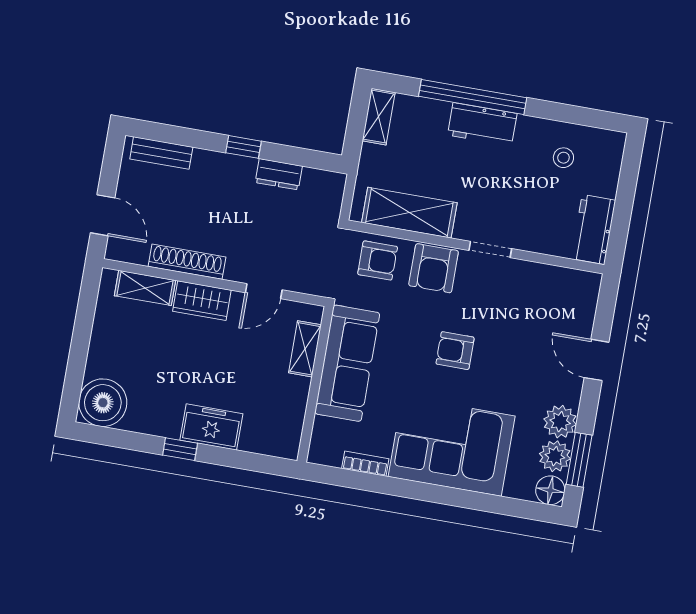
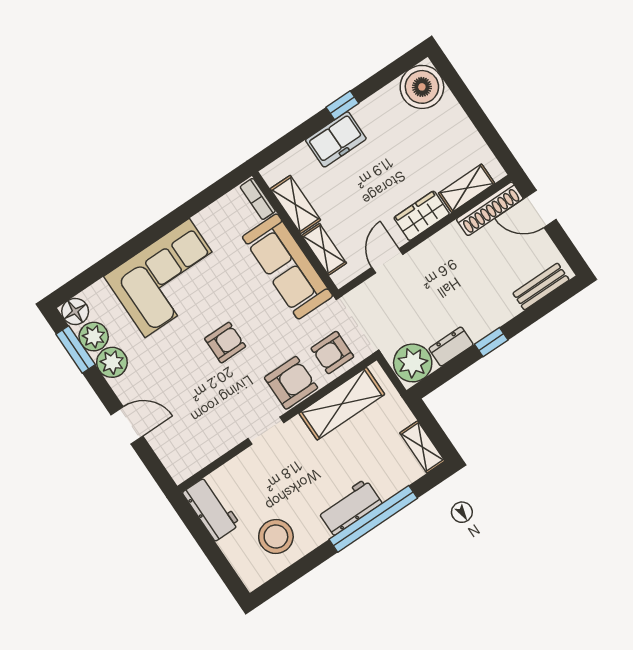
stool: (563, 158) -> (276, 537), width x1.89, depth x1.89
plant: (322, 191) -> (413, 363), added
shoe rack: (187, 262) -> (490, 209), moved
armchair: (434, 268) -> (291, 383), turned 90
shelving: (293, 406) -> (295, 204), added
bookcase: (365, 464) -> (258, 199), moved, turned 90

